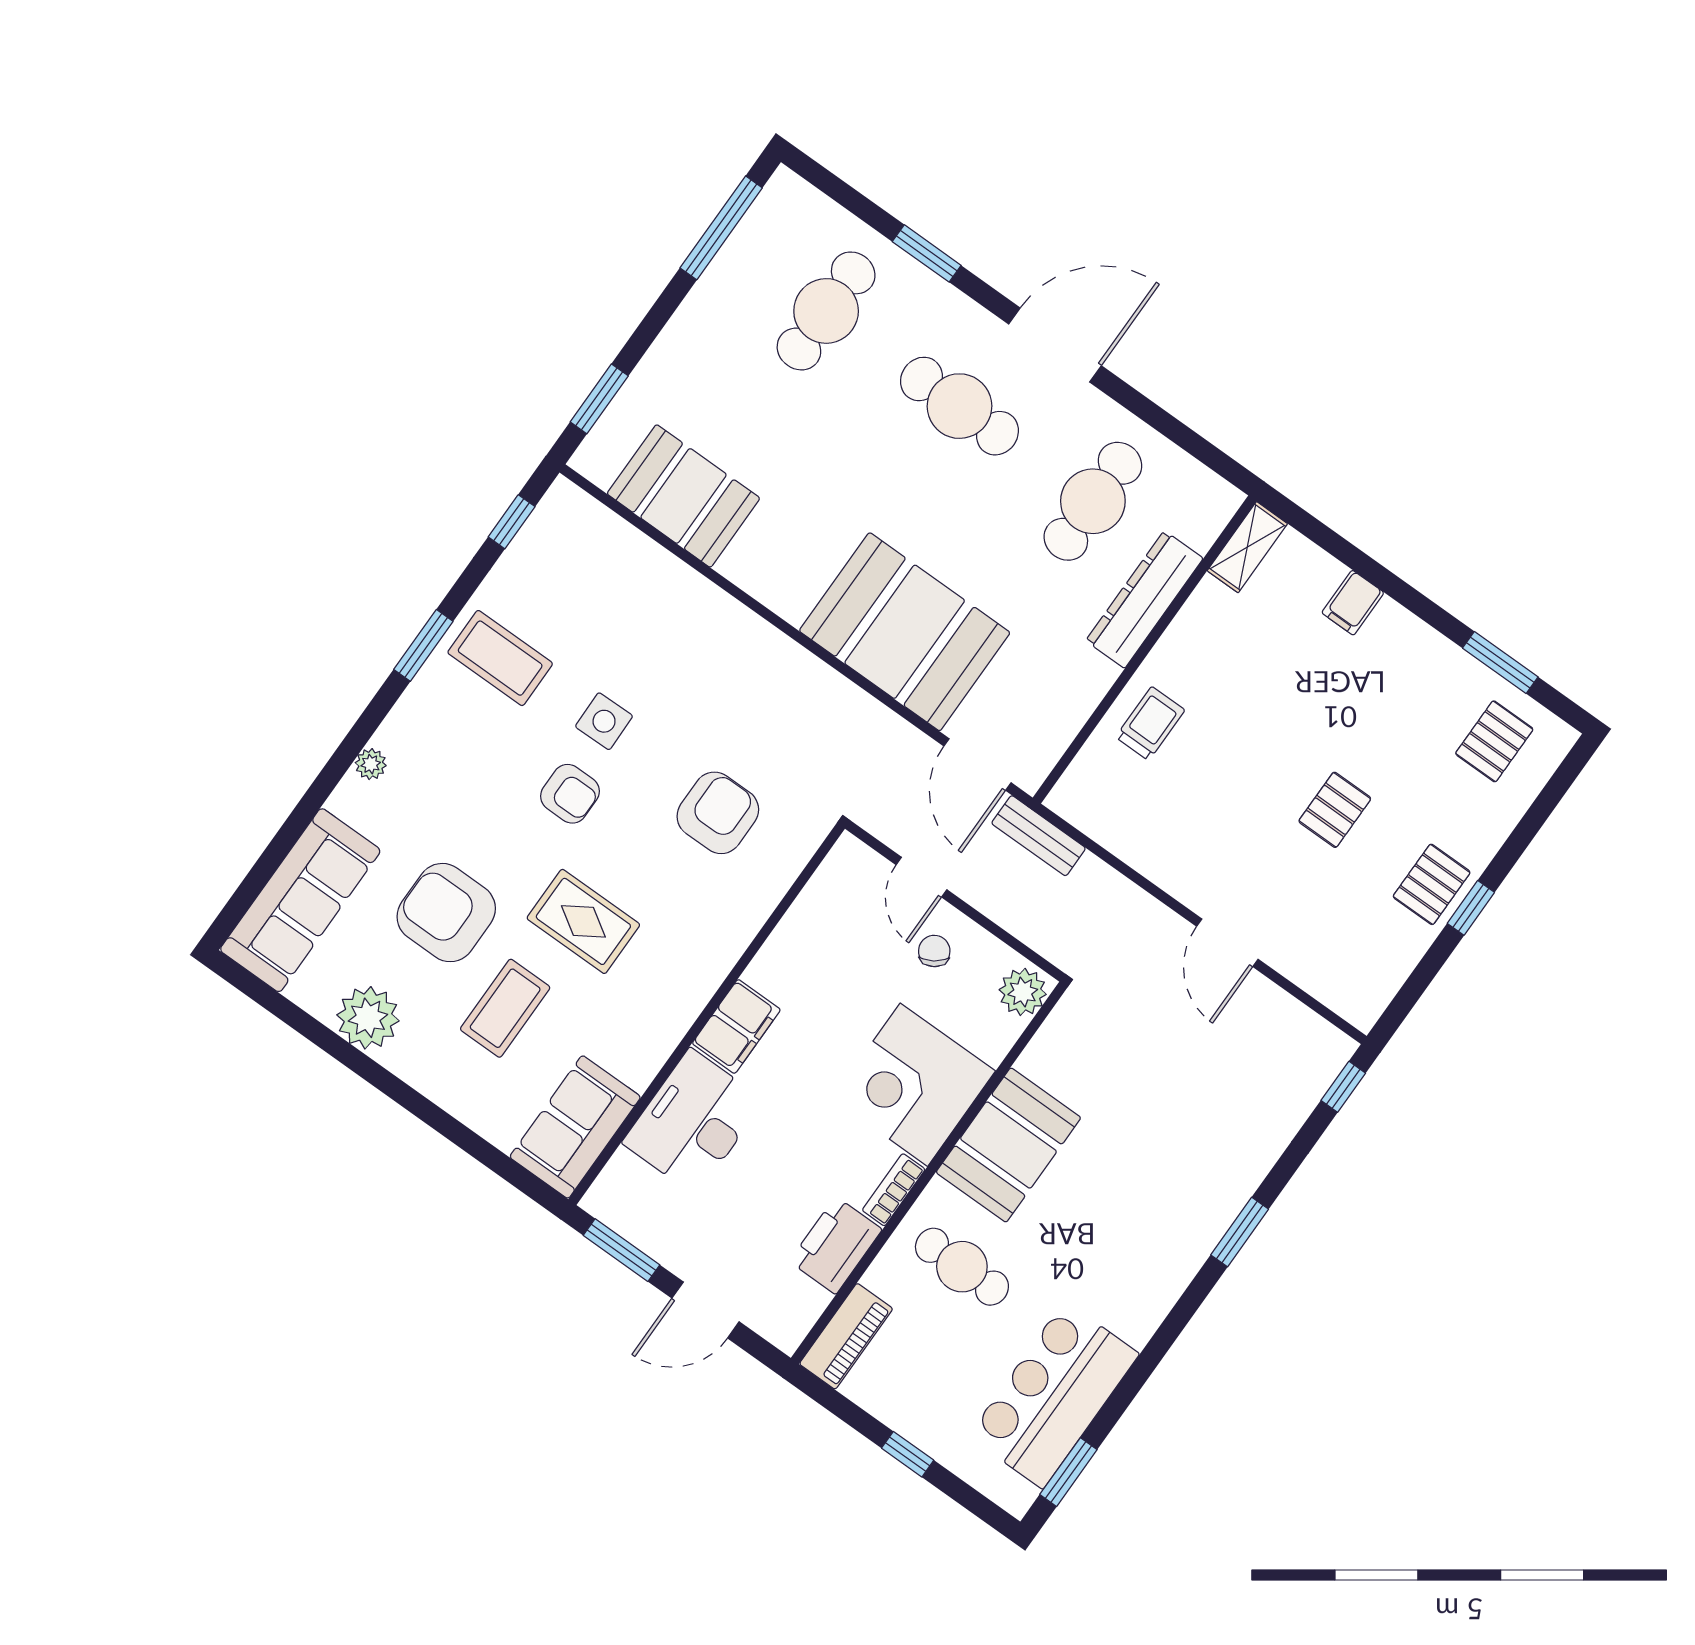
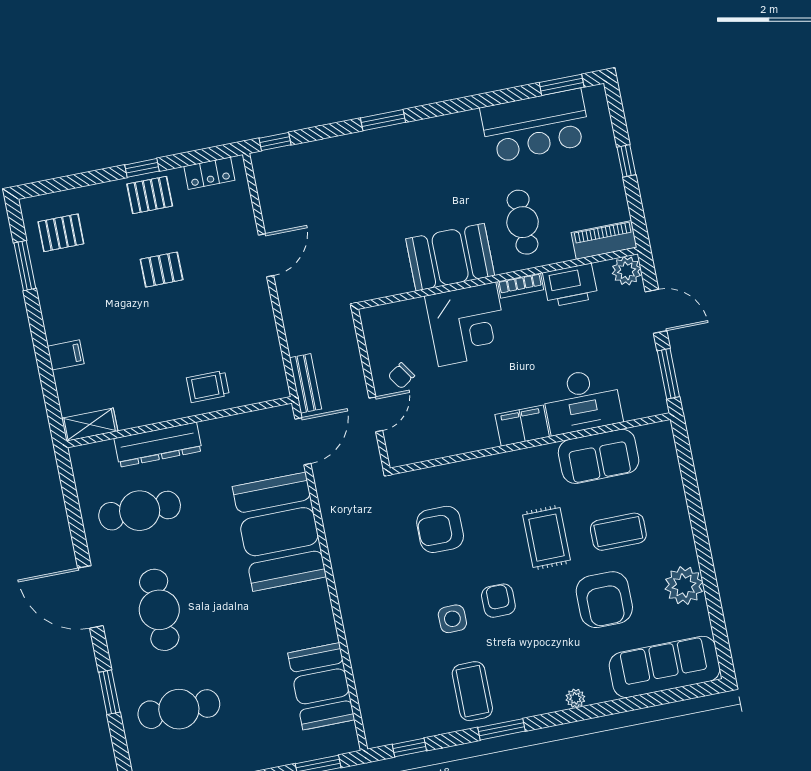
locker: (1385, 976) -> (209, 173), added
plant: (1023, 992) -> (627, 271), moved
sofa: (575, 1127) -> (599, 456), moved

